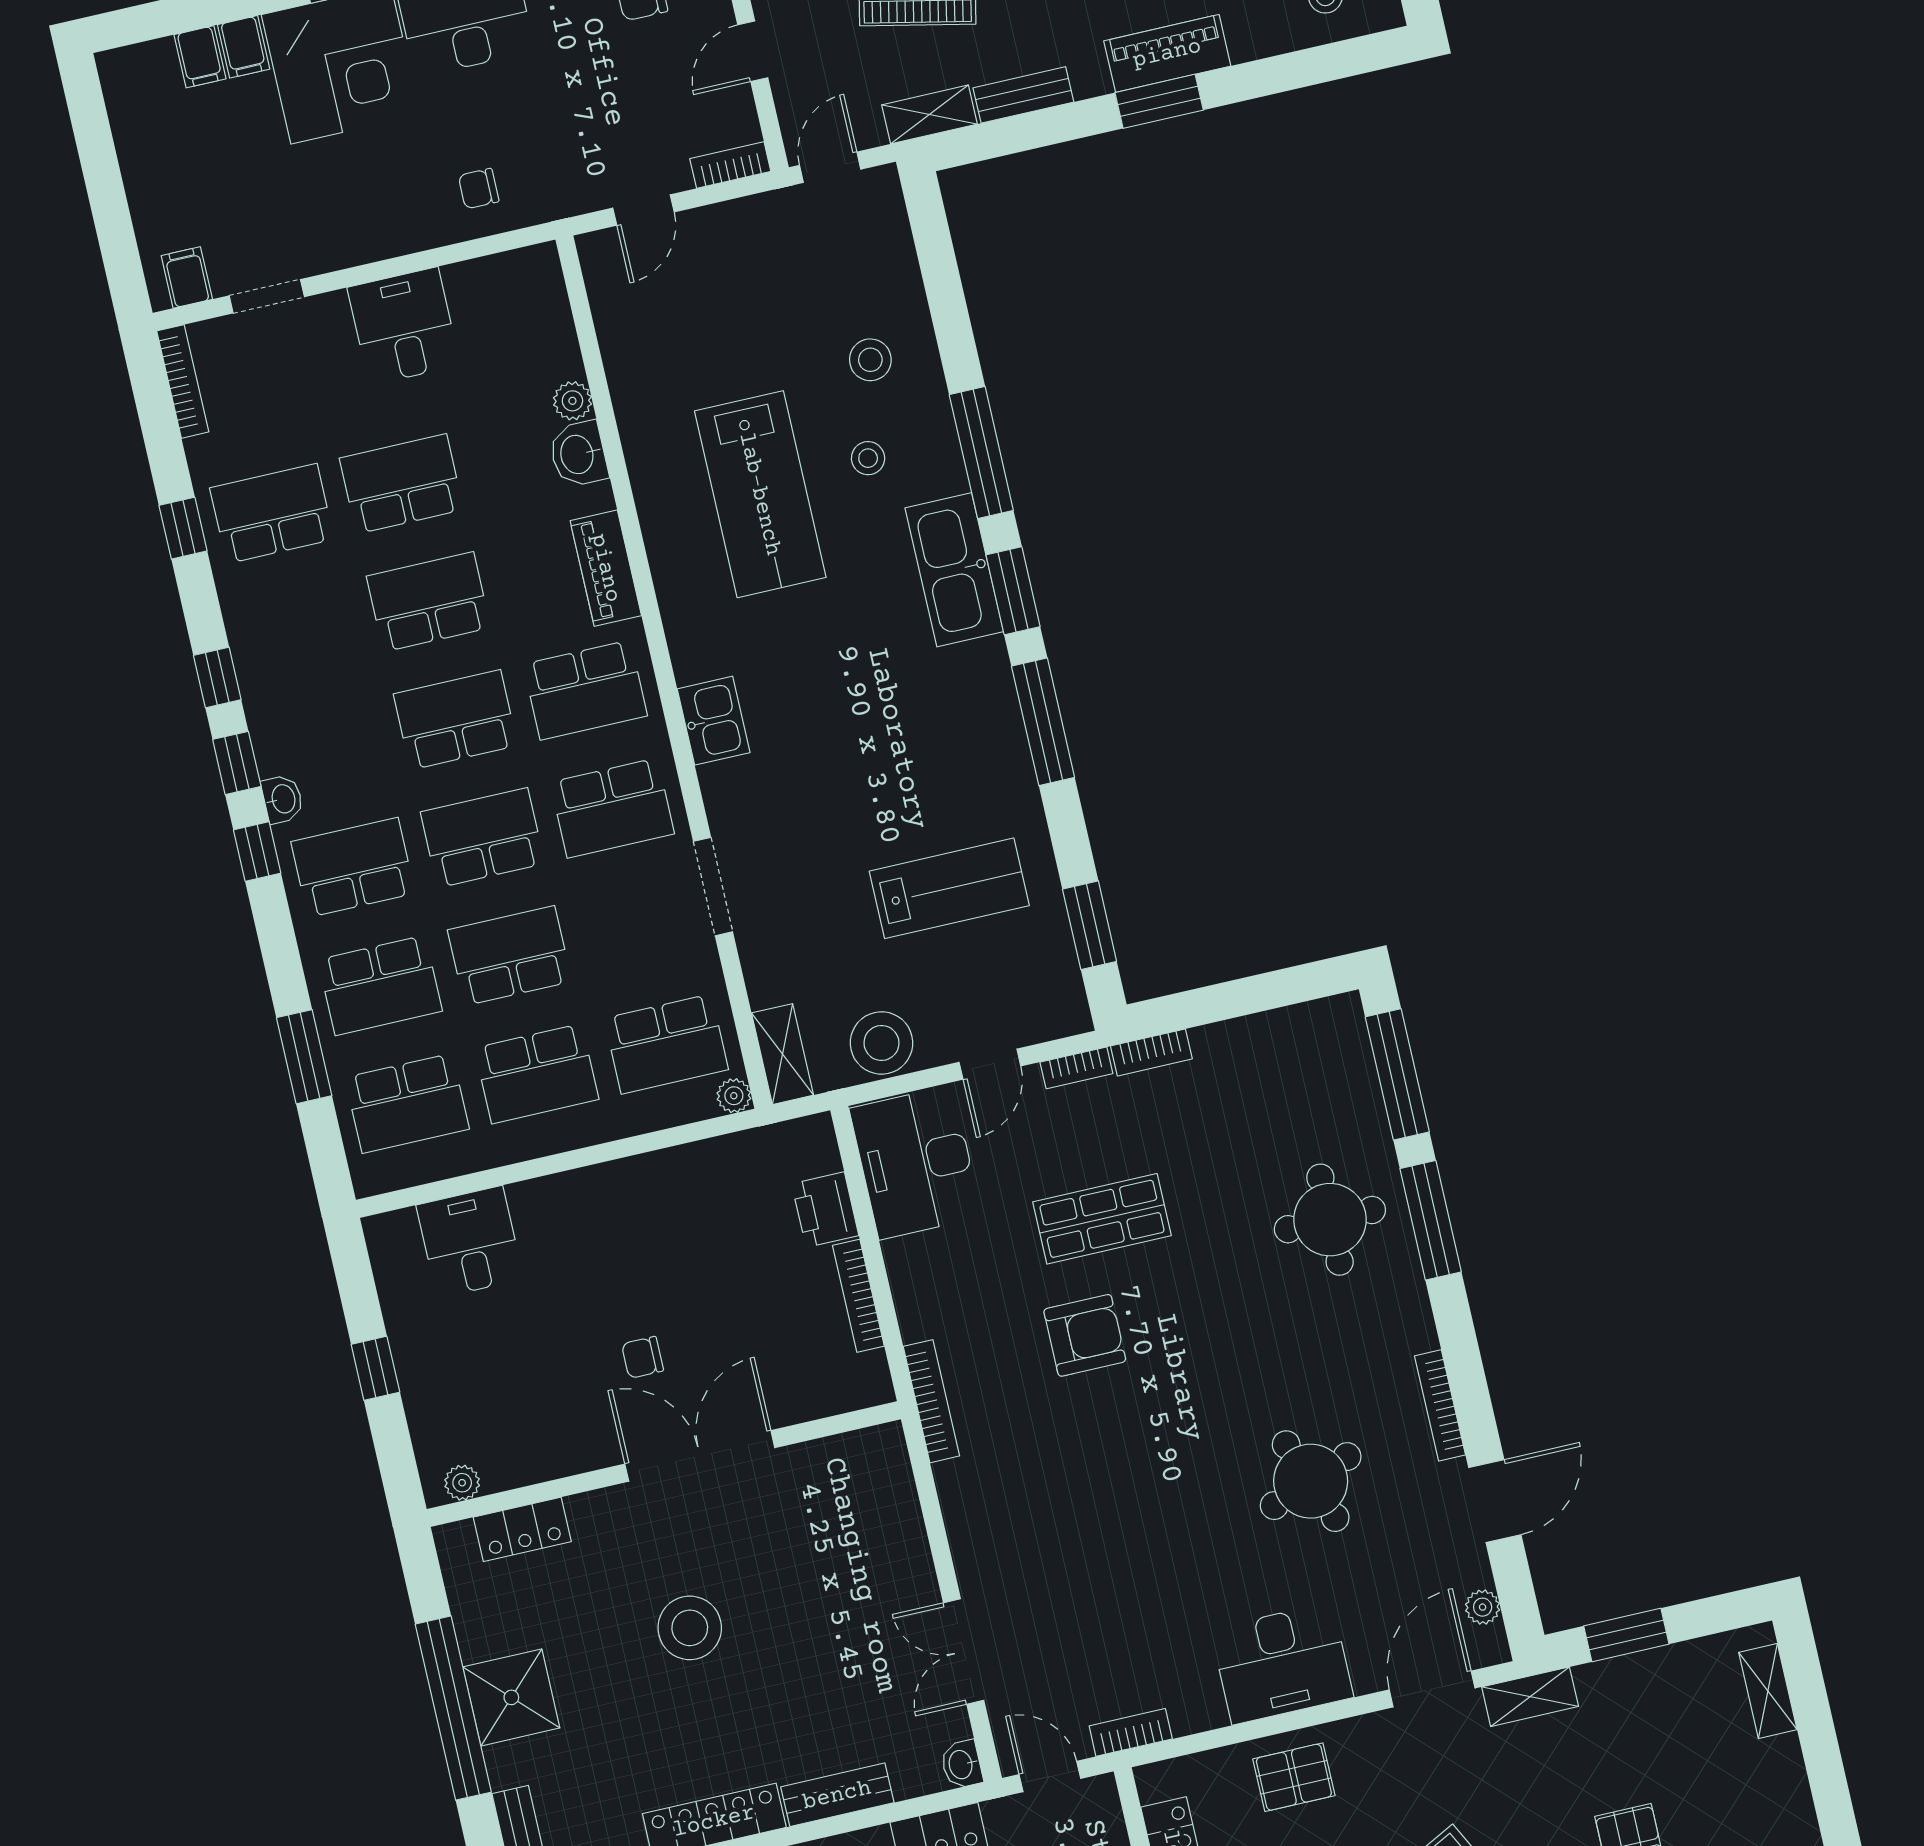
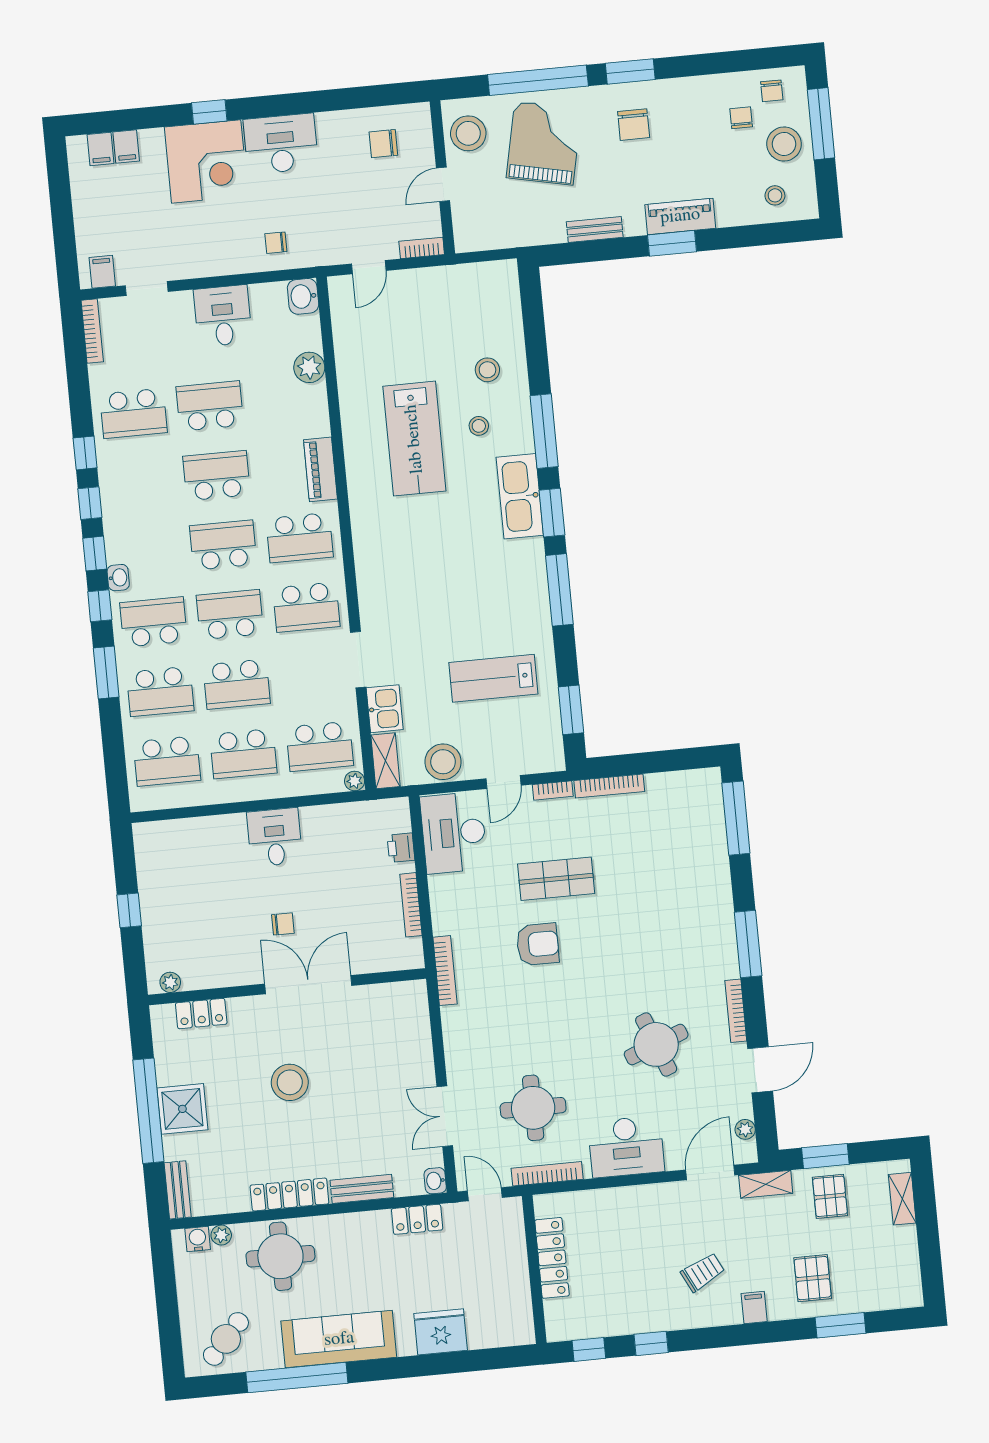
filing cabinet: (244, 47) -> (100, 149), moved
shelving: (929, 114) -> (540, 234), removed
door: (830, 167) -> (479, 257), removed
plant: (572, 401) -> (309, 367), width x1.38, depth x1.38
washbasin: (578, 454) -> (303, 296), moved
school desk: (272, 514) -> (133, 413), turned 180
window: (183, 528) -> (85, 453), moved
kitchen sink: (714, 721) -> (385, 709), moved
lab bench: (949, 888) -> (493, 678), turned 180
school desk: (510, 956) -> (237, 684), turned 180
bookcase: (1151, 1052) -> (609, 786), width x1.56
window: (304, 1057) -> (106, 672), moved
printer: (825, 1210) -> (401, 848), width x0.73, depth x0.81
round table: (1330, 1220) -> (533, 1108), moved
window: (1431, 1220) -> (748, 944), moved
desk: (470, 1242) -> (275, 837), moved
chair: (643, 1357) -> (283, 924), turned 180
bookcase: (1131, 1732) -> (547, 1174), width x1.56
pallet: (1294, 1777) -> (830, 1196), moved, turned 90

